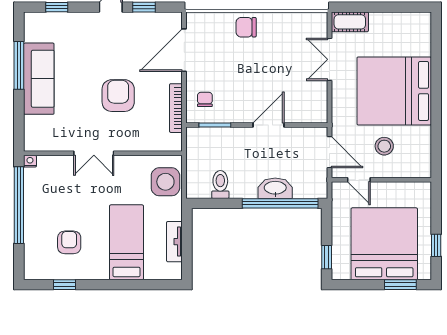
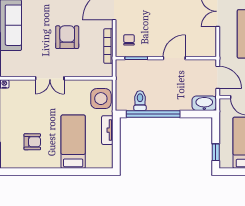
washbasin: (275, 188) -> (204, 103), moved
window: (280, 203) -> (153, 114), moved
armchair: (69, 242) -> (32, 142), turned 90
tv unit: (174, 242) -> (107, 130), moved
window: (65, 285) -> (29, 172), removed

